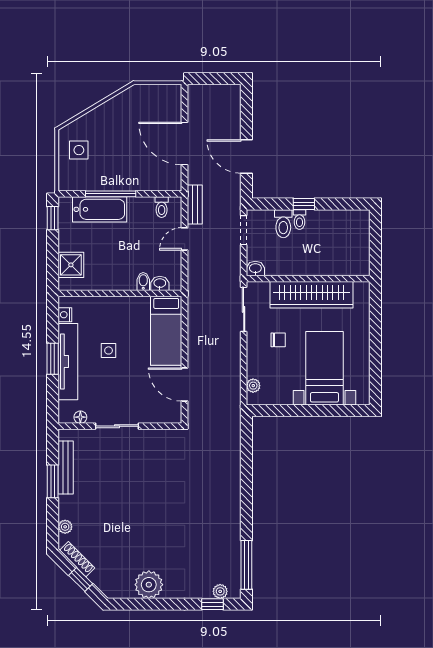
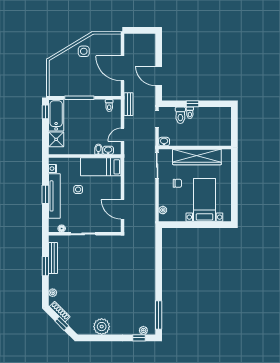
side table: (79, 150) -> (84, 51), moved
bathtub: (100, 209) -> (56, 115), moved, turned -90
door: (185, 239) -> (123, 135), moved
bed: (166, 331) -> (101, 167), moved, turned 90

